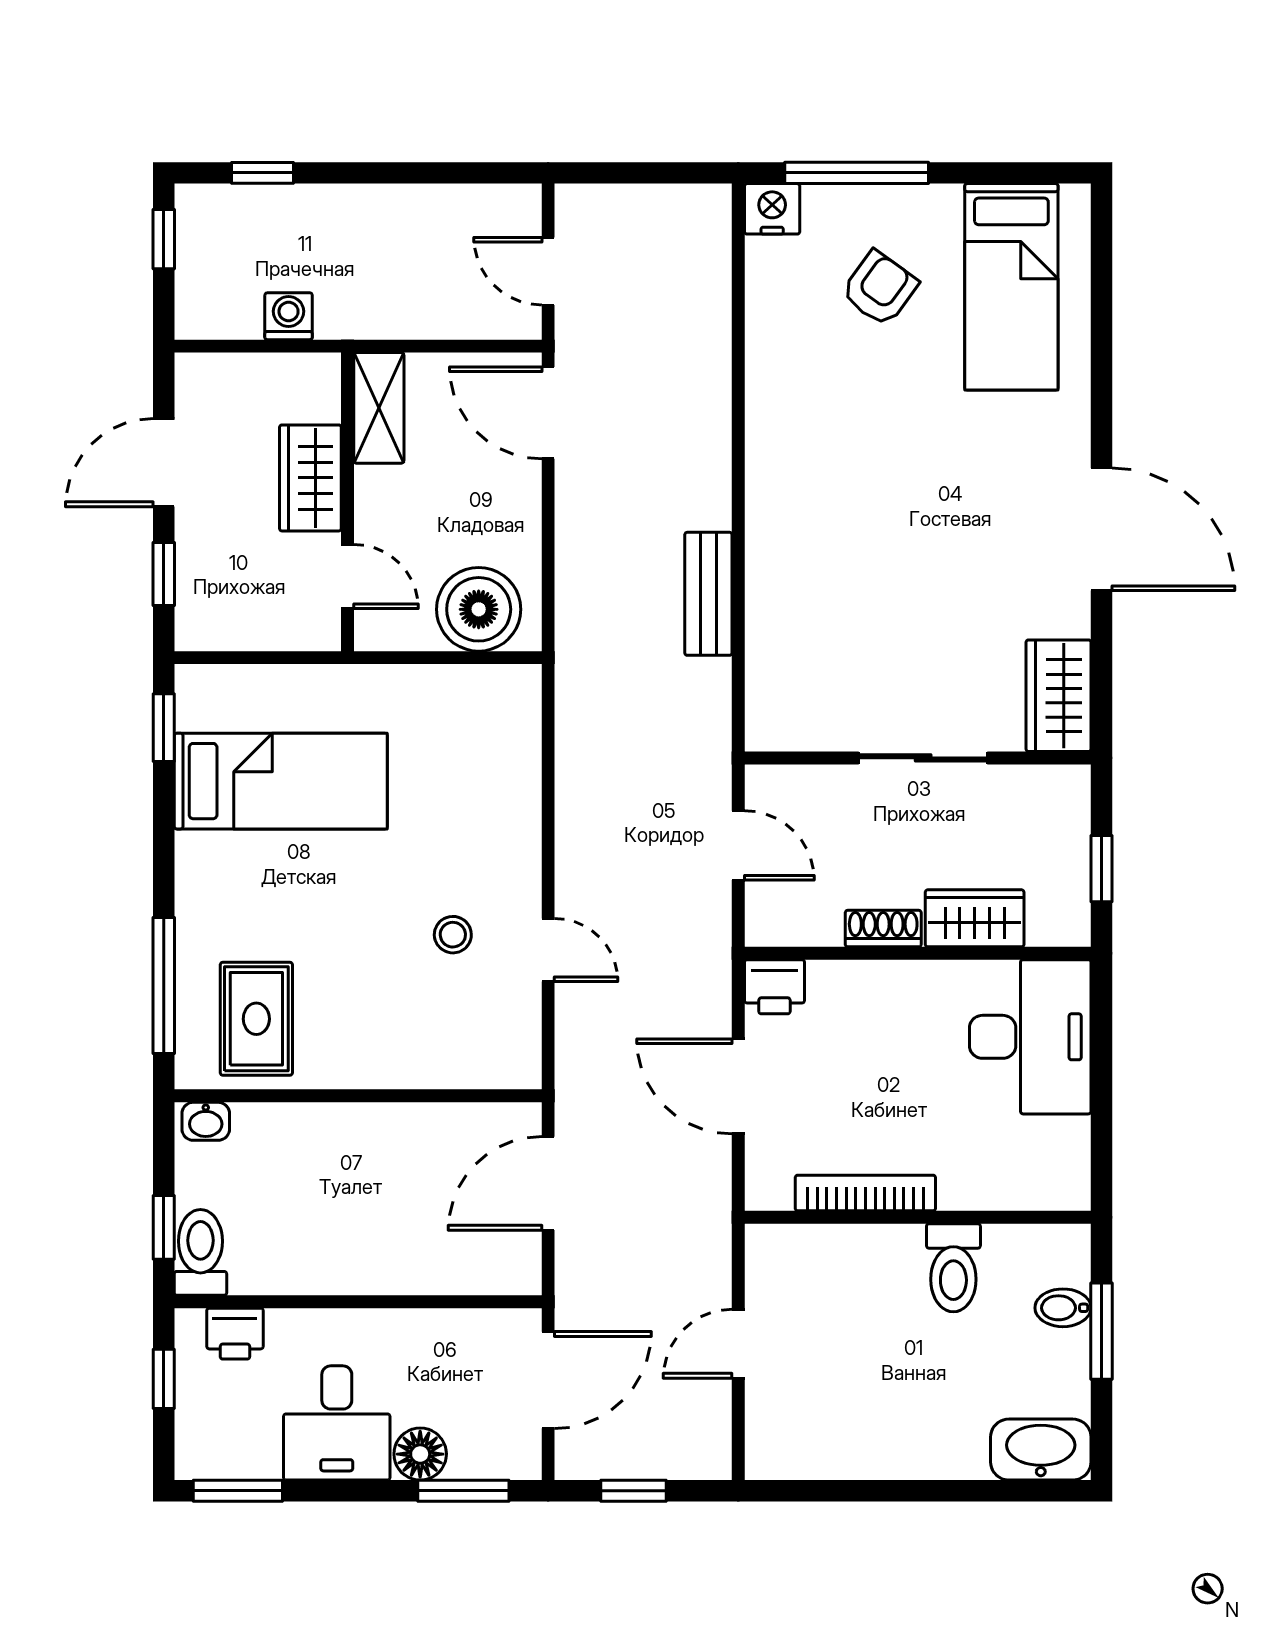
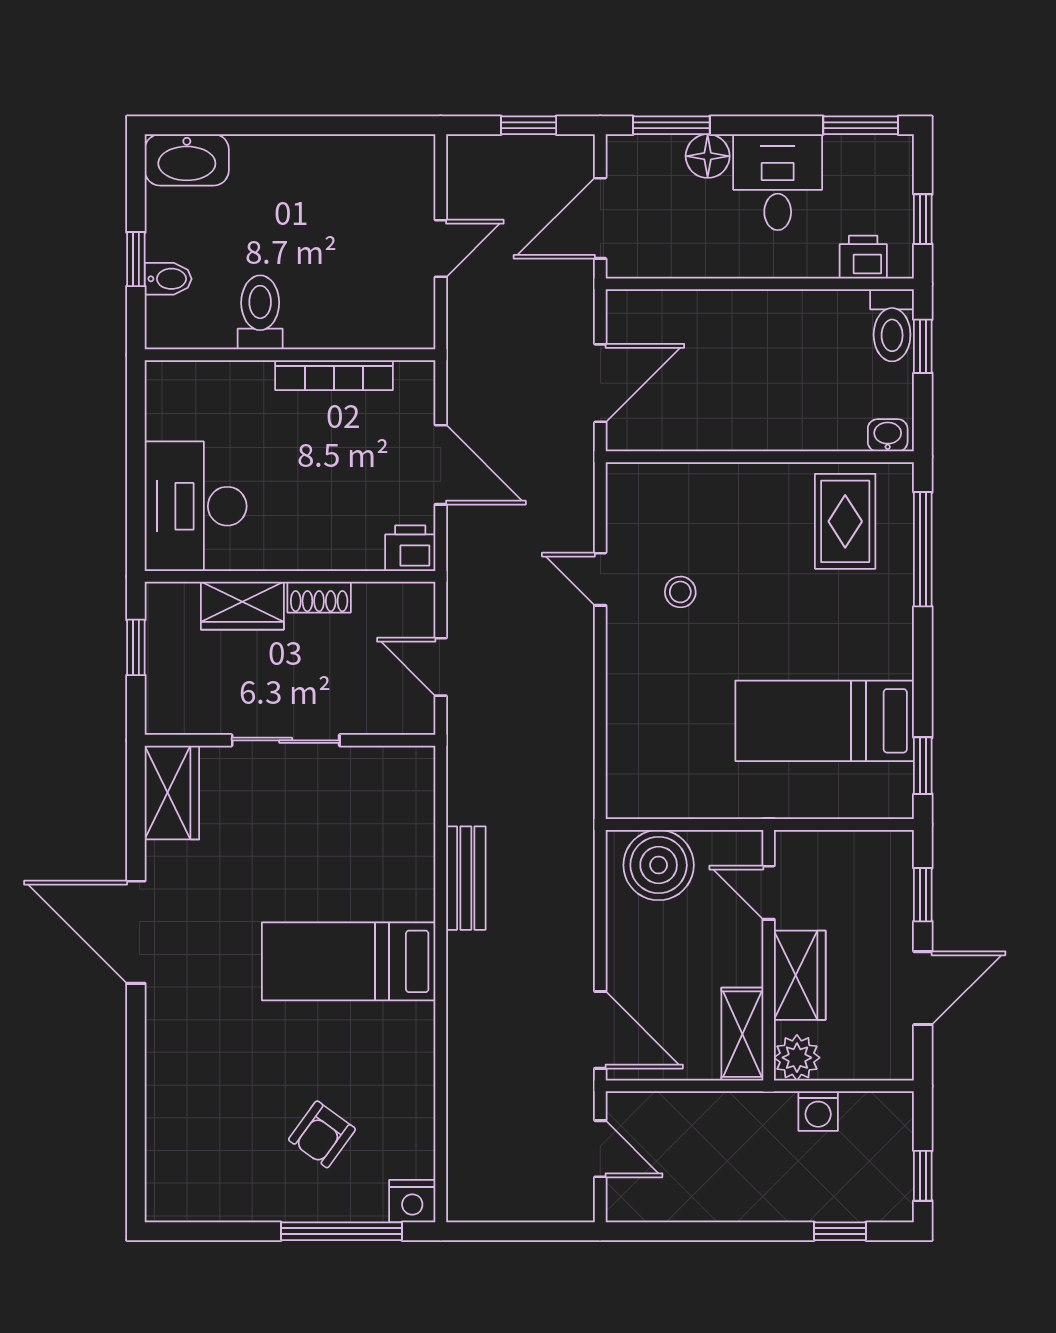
bed: (1011, 287) -> (349, 961), moved, turned -90
plant: (314, 380) -> (797, 1058), added
window: (1101, 1331) -> (136, 259), width x0.67

